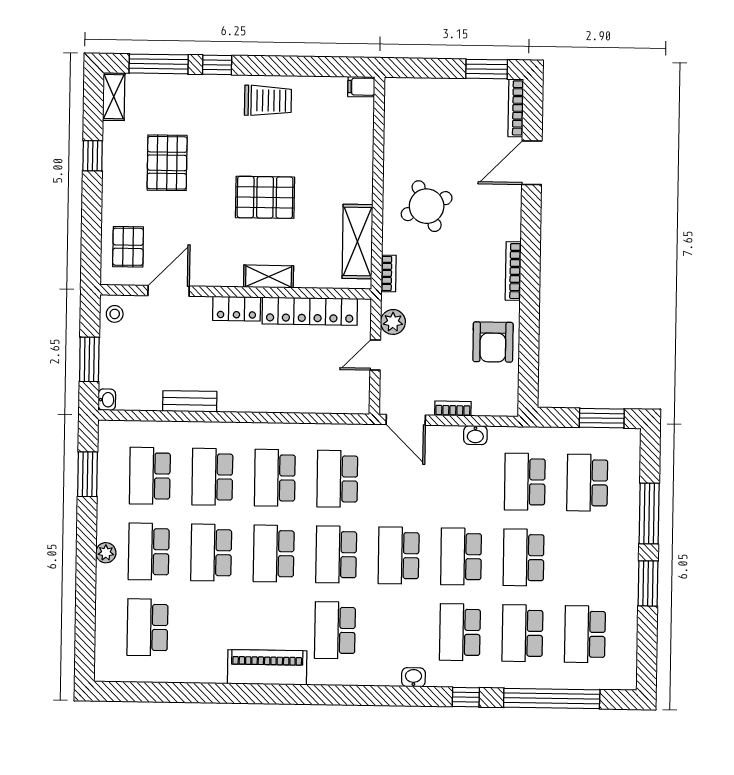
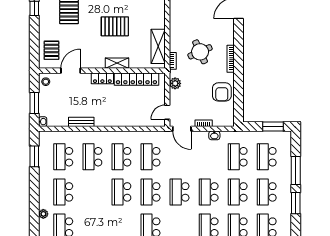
round table: (427, 206) -> (200, 52), moved
door: (375, 355) -> (167, 112), moved
plant: (106, 553) -> (43, 214), moved
school desk: (211, 553) -> (267, 192), moved

